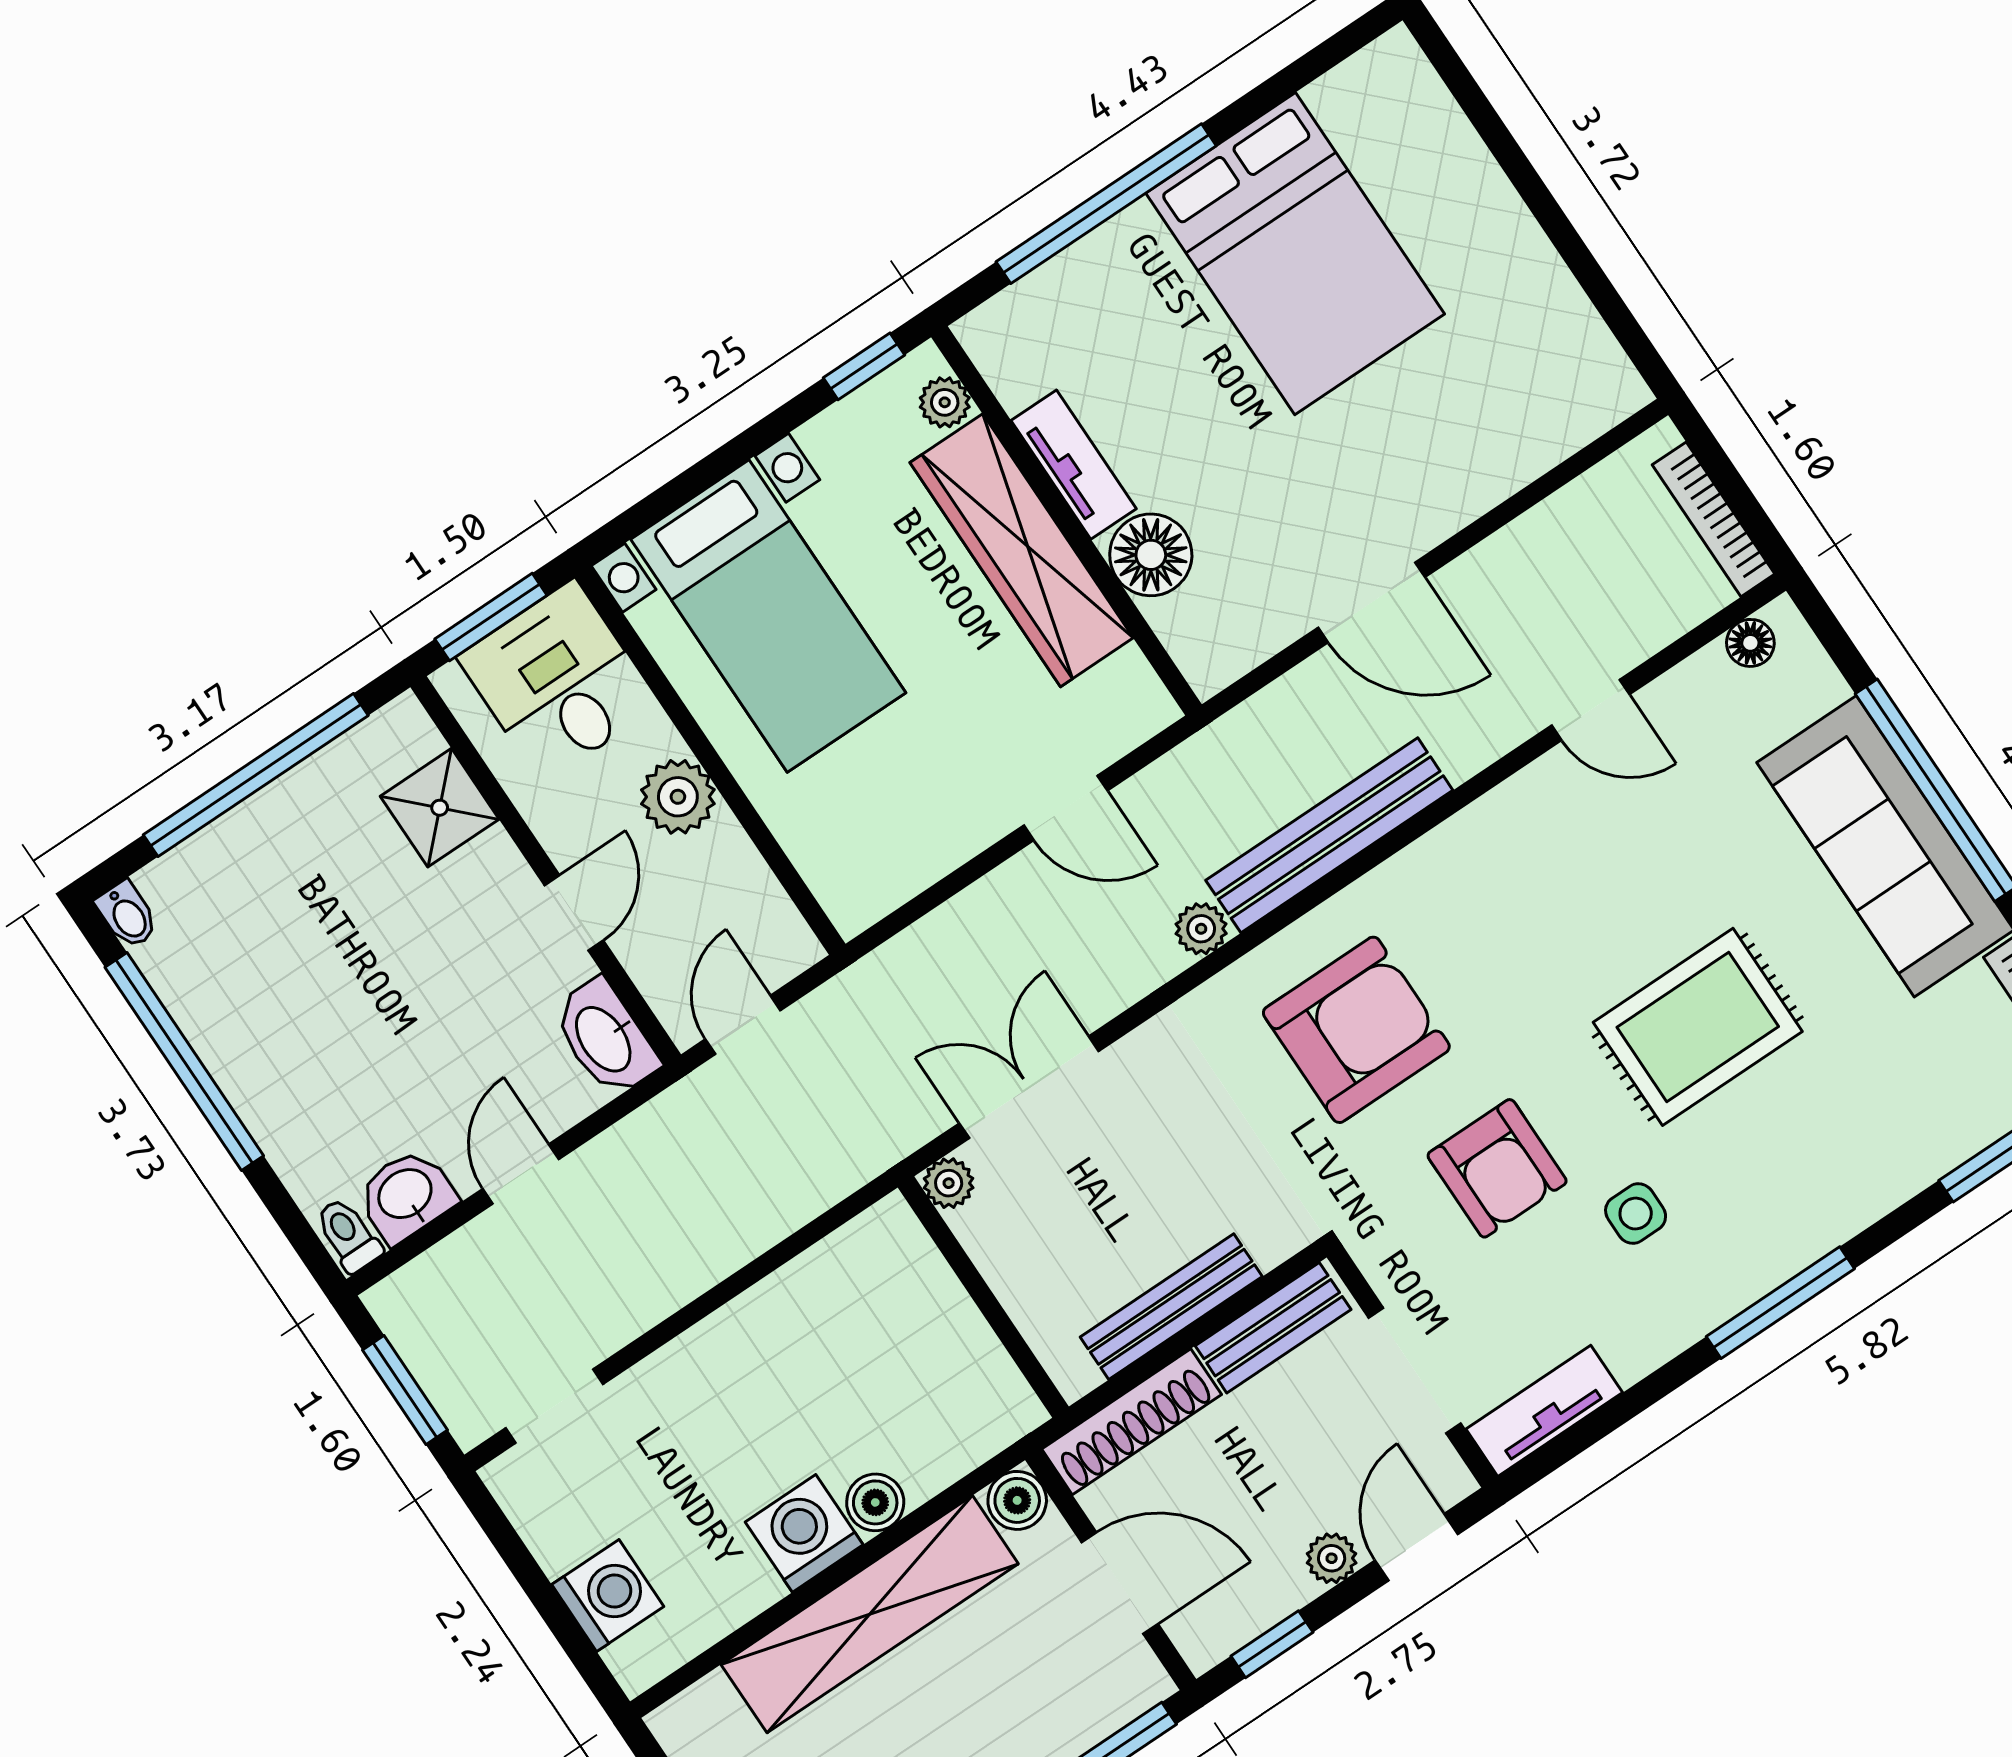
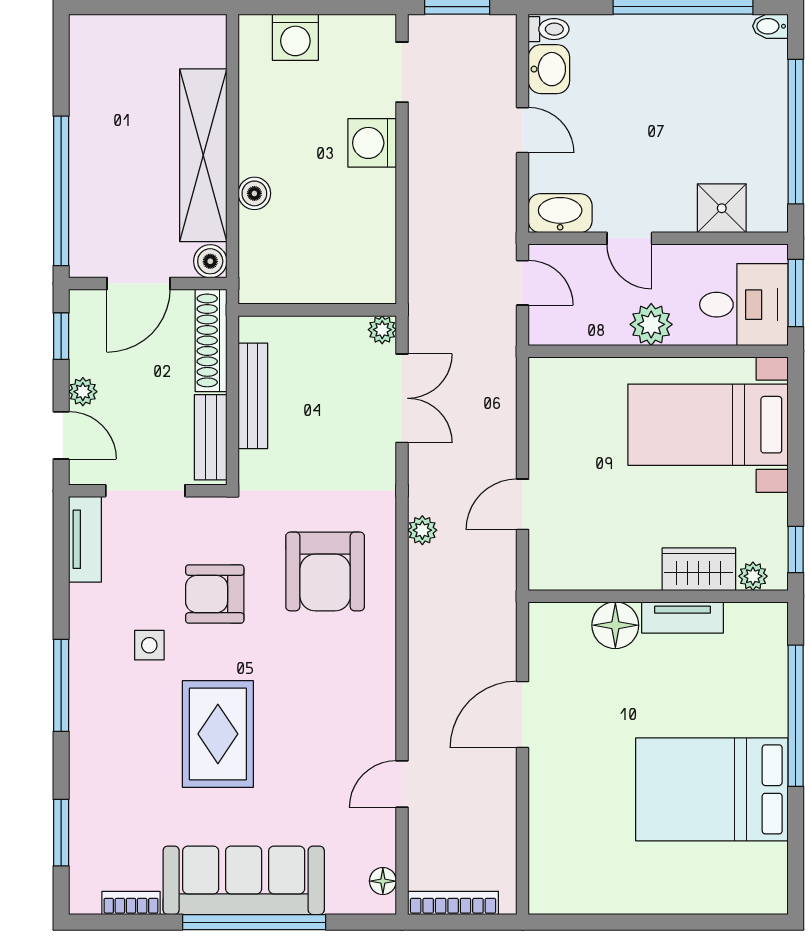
wardrobe: (1022, 550) -> (699, 569), width x0.48, depth x0.85
bench: (1329, 835) -> (426, 621), removed
washing machine: (804, 1533) -> (372, 143), moved, turned 180

